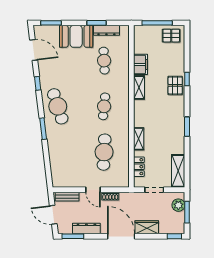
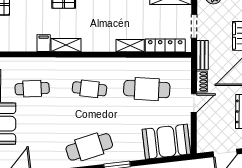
filing cabinet: (141, 64) -> (44, 43), width x0.50
locker: (139, 167) -> (165, 45), width x1.53
booth: (62, 168) -> (166, 142), added
bench: (67, 197) -> (203, 55), moved

